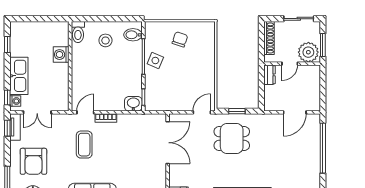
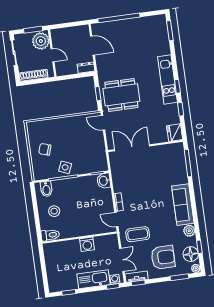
washing machine: (61, 55) -> (87, 244), moved
dresser: (269, 75) -> (86, 68), moved
dining table: (232, 138) -> (121, 95), width x1.37
coffee table: (84, 145) -> (138, 234), moved

